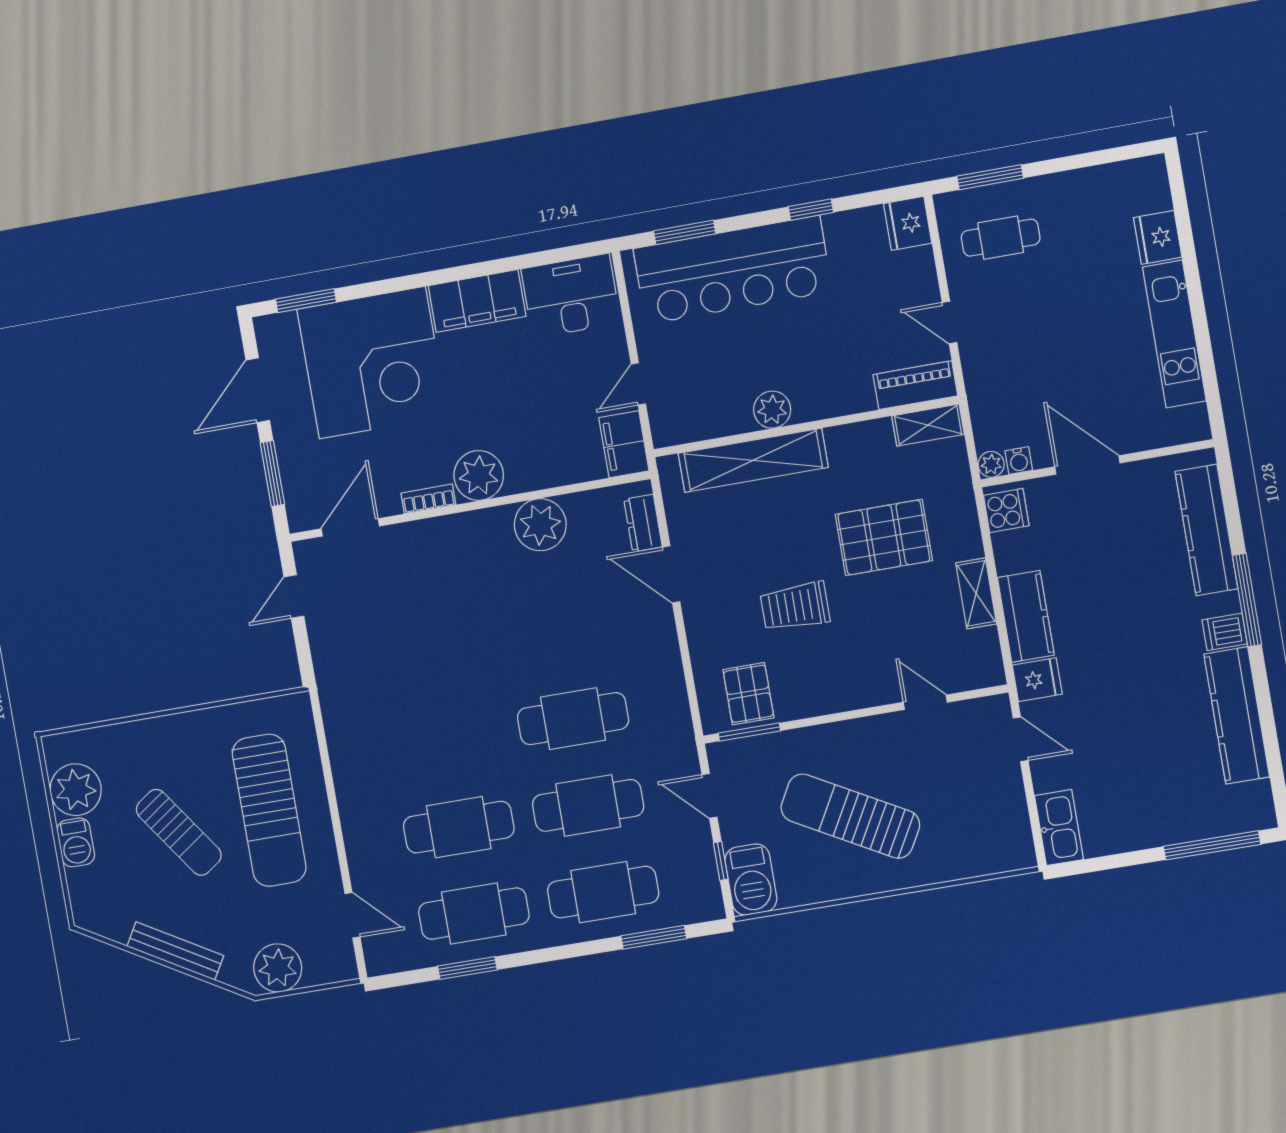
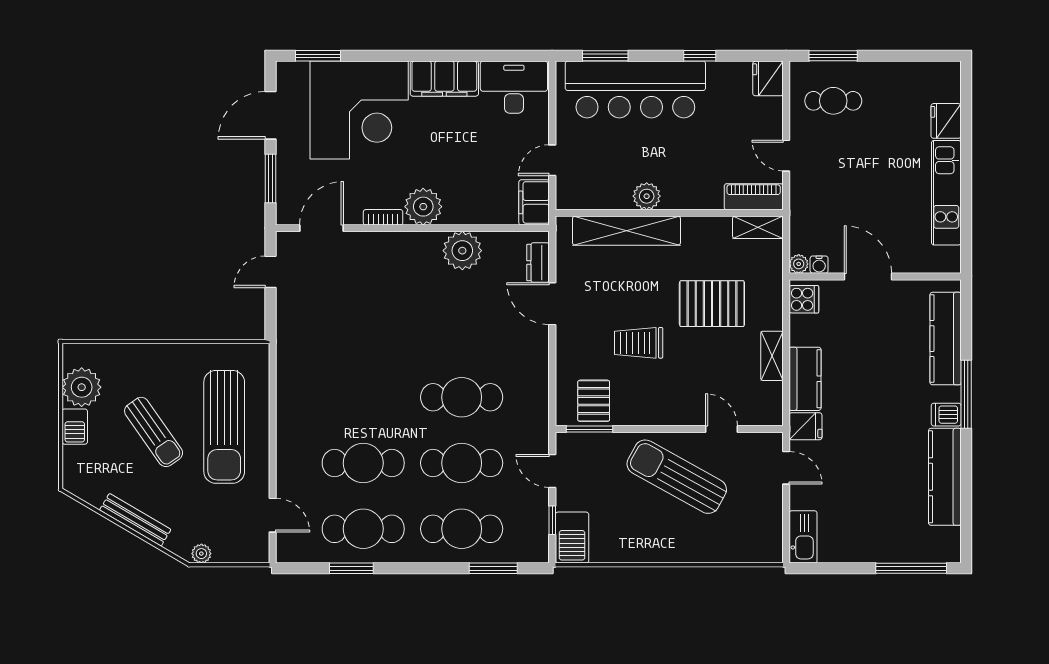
sun lounger: (850, 816) -> (677, 477), moved
plant: (278, 968) -> (201, 554), width x0.53, depth x0.53

